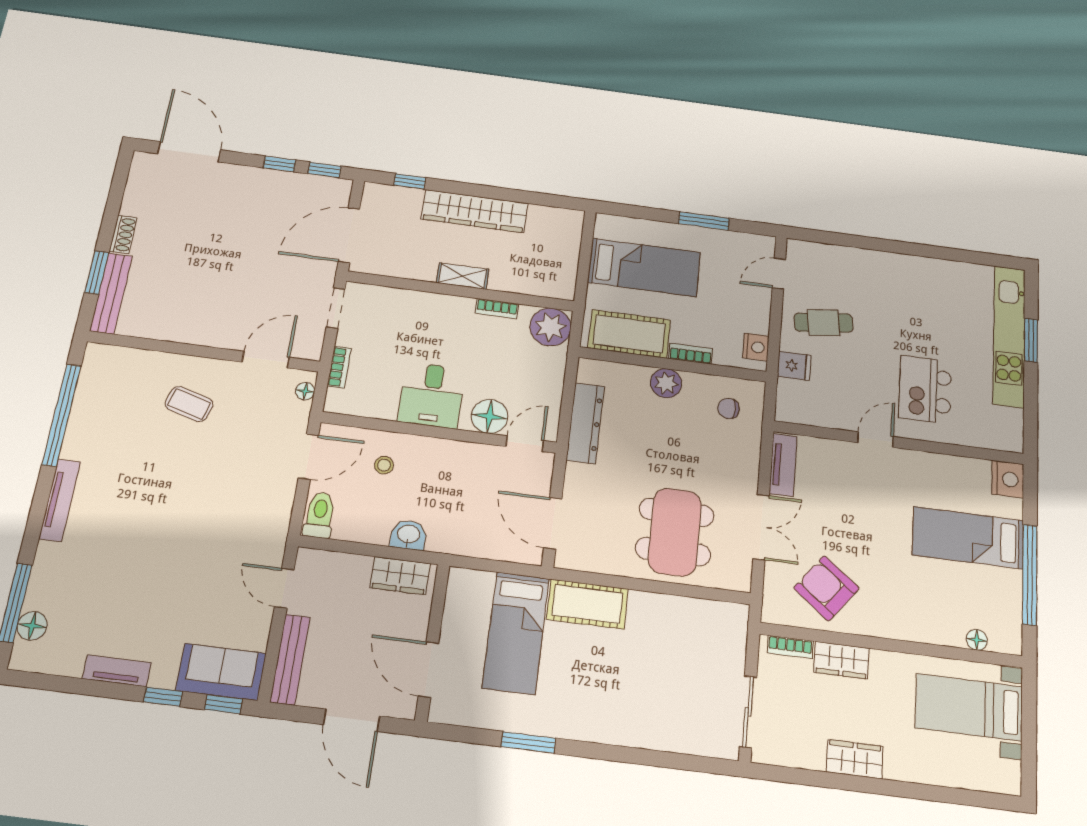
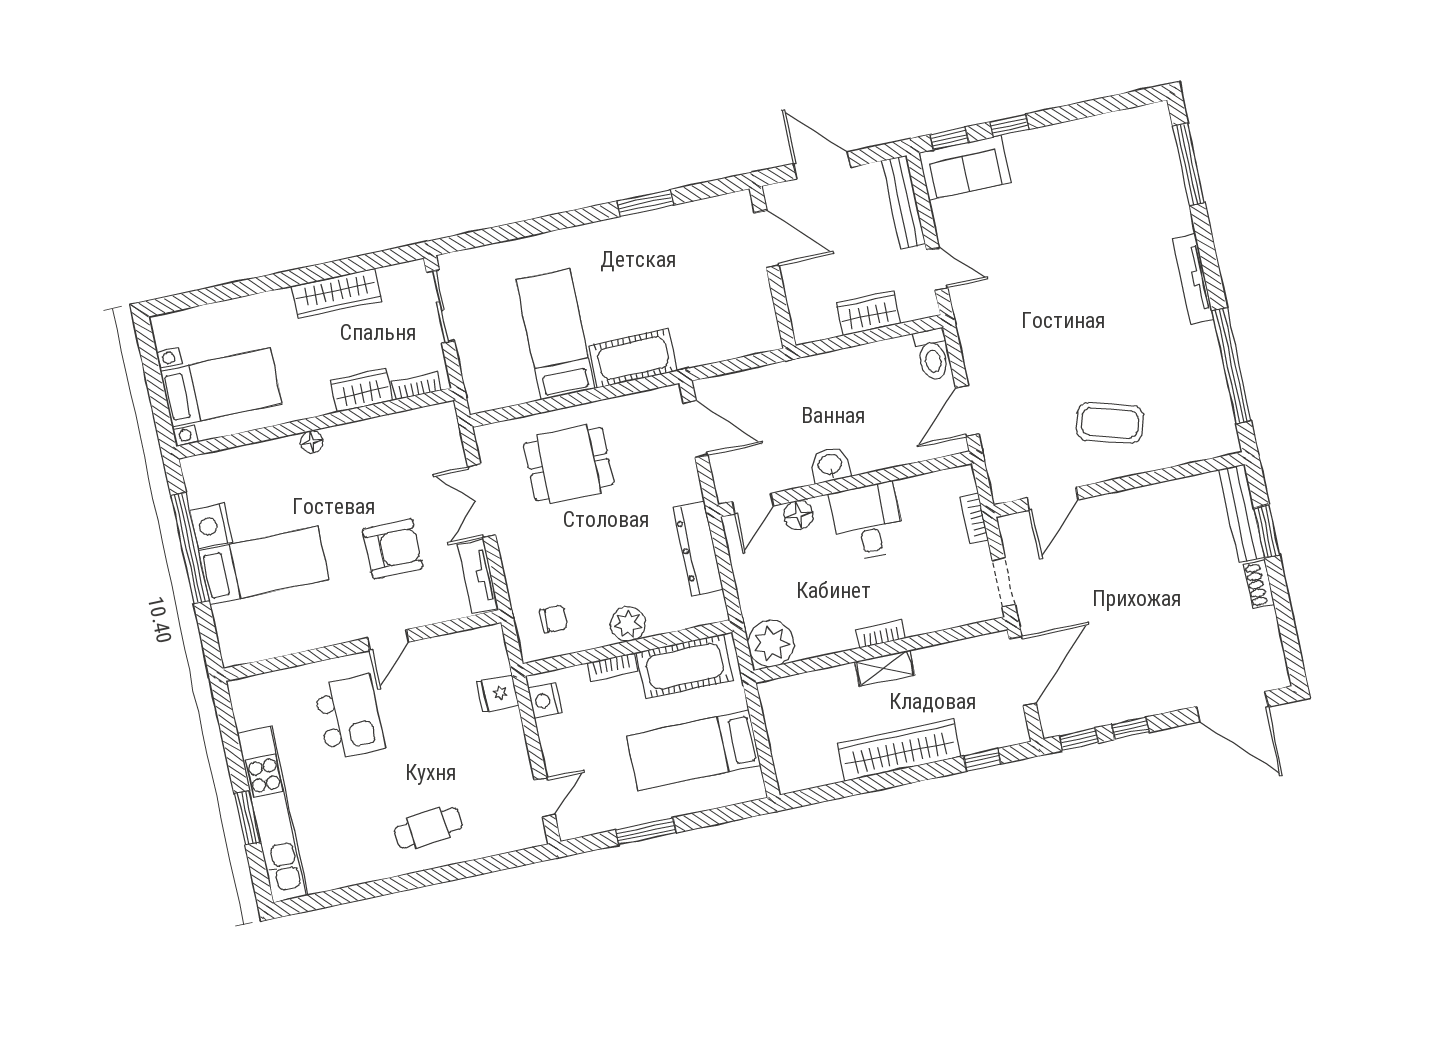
bookcase: (497, 309) -> (881, 634), moved
cafe table: (824, 323) -> (428, 828), moved
floor lamp: (305, 391) -> (998, 479), removed
coffee table: (189, 404) -> (1110, 423), width x1.36, depth x1.30
floor lamp: (490, 416) -> (798, 515), width x0.73, depth x0.73
stool: (384, 465) -> (888, 429), removed
nightstand: (1008, 479) -> (211, 526), moved
dining table: (675, 532) -> (569, 464), width x0.73
washbasin: (408, 535) -> (830, 465), moved, turned 180
wardrobe: (400, 576) -> (868, 313), moved
armchair: (826, 588) -> (393, 549), moved, turned -38
floor lamp: (32, 626) -> (1163, 148), removed
bed: (516, 633) -> (555, 334), moved
floor lamp: (977, 640) -> (312, 442), moved
tv unit: (117, 671) -> (1064, 135), removed
wardrobe: (855, 759) -> (336, 293), width x1.50

